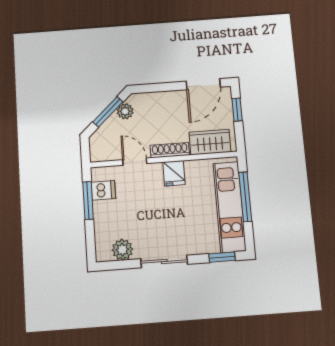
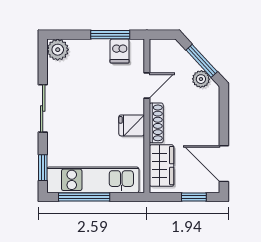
window: (245, 197) -> (84, 197), moved
plant: (122, 250) -> (58, 50), moved

